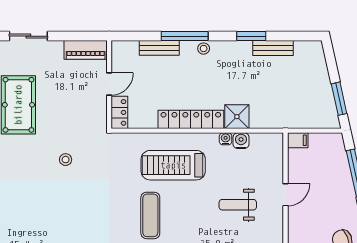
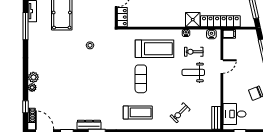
locker: (191, 119) -> (220, 21), moved
water cooler: (241, 141) -> (211, 34), moved
treadmill: (173, 165) -> (155, 49), turned 180
exercise bike: (239, 170) -> (194, 52), added

